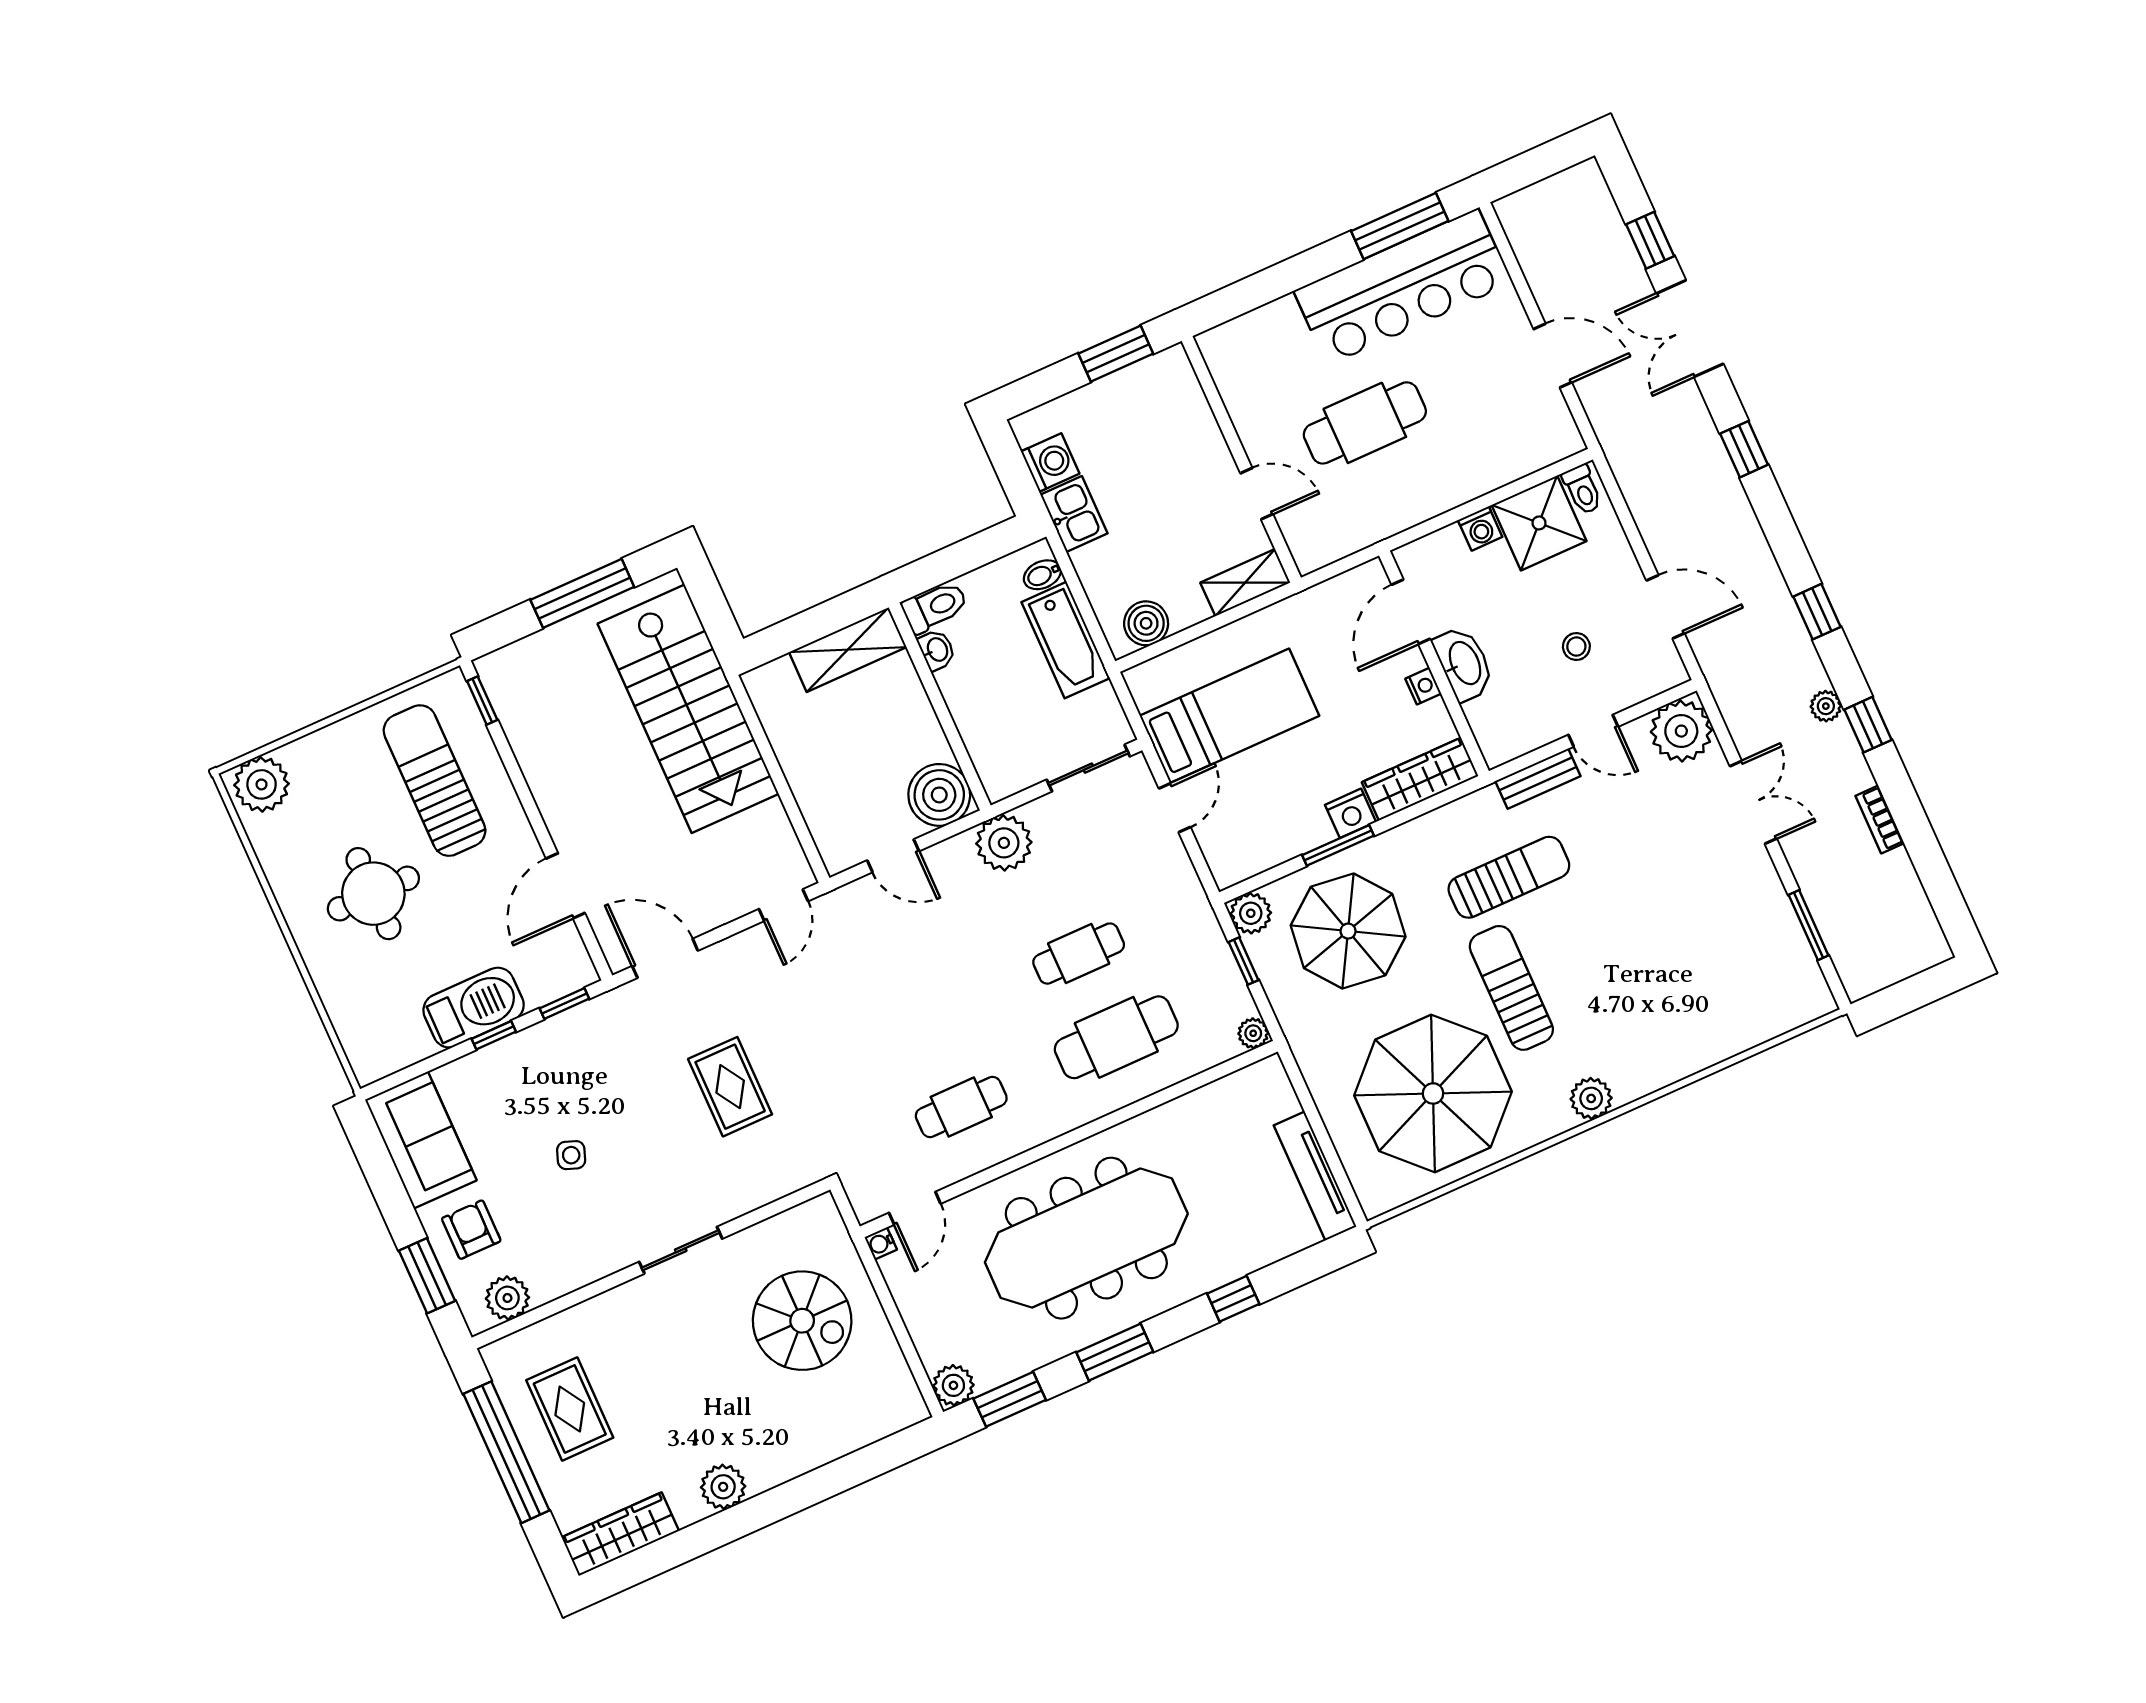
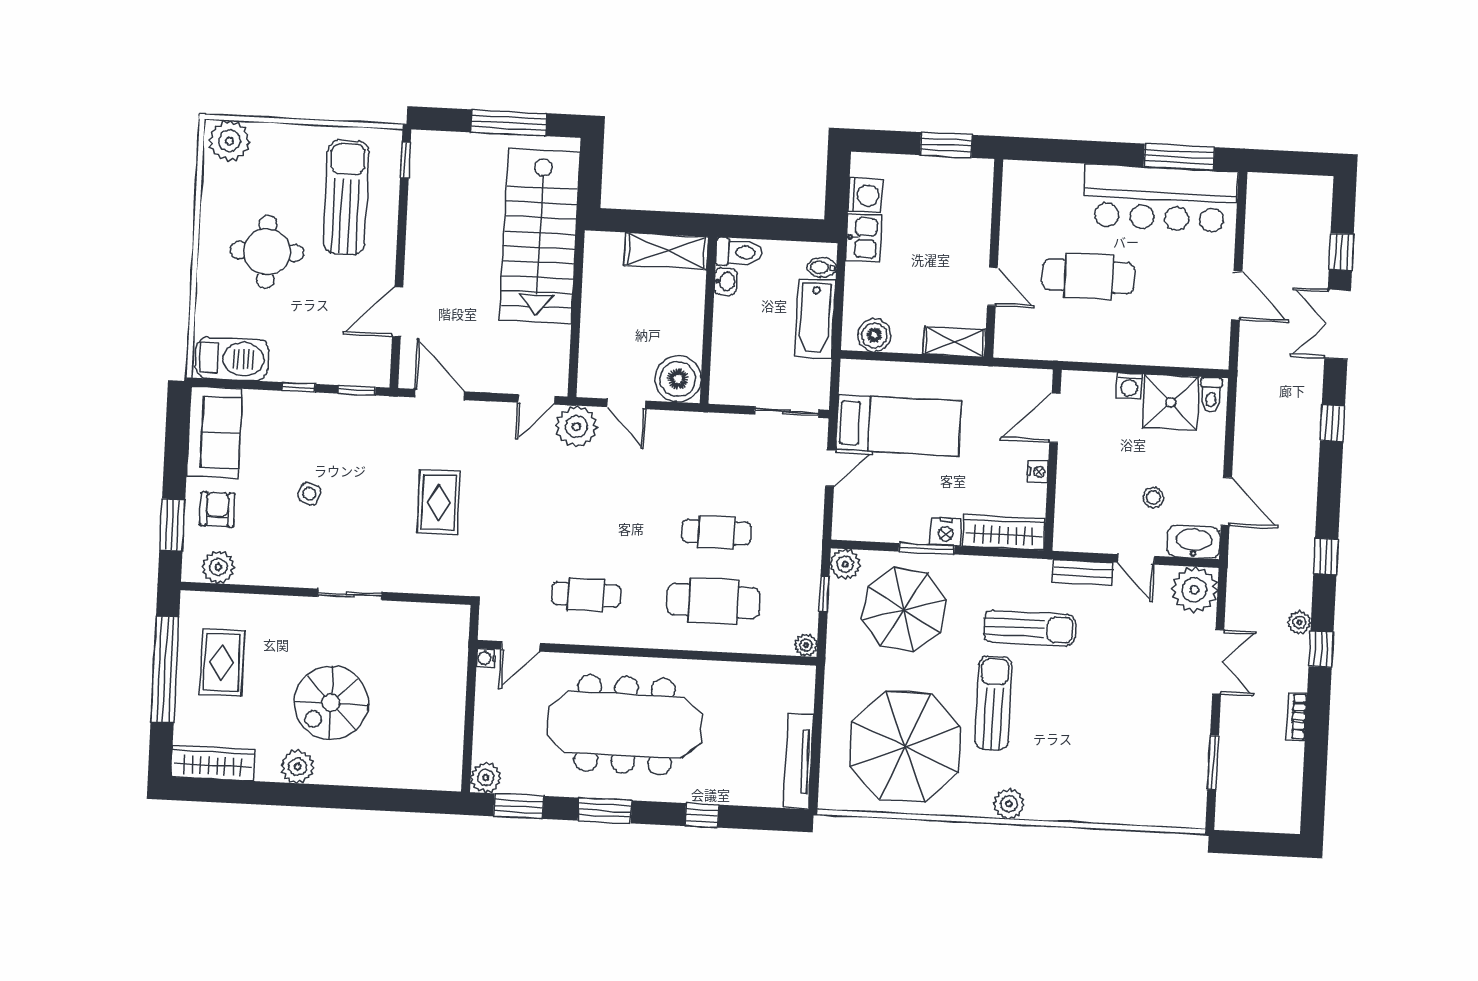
washbasin: (1464, 664) -> (1194, 542), moved, turned -90
plant: (1004, 843) -> (576, 427), moved
barbecue: (474, 1008) -> (232, 359), moved
spiral stairs: (802, 1321) -> (331, 703), moved, turned 90

